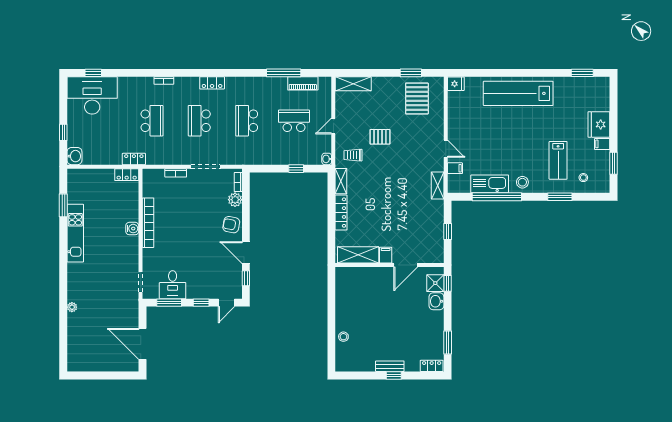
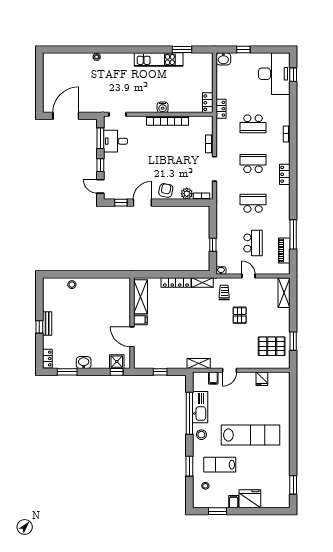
fridge: (456, 84) -> (262, 379), moved
lab bench: (518, 93) -> (251, 435), moved, turned 90
washbasin: (436, 301) -> (84, 363), moved

